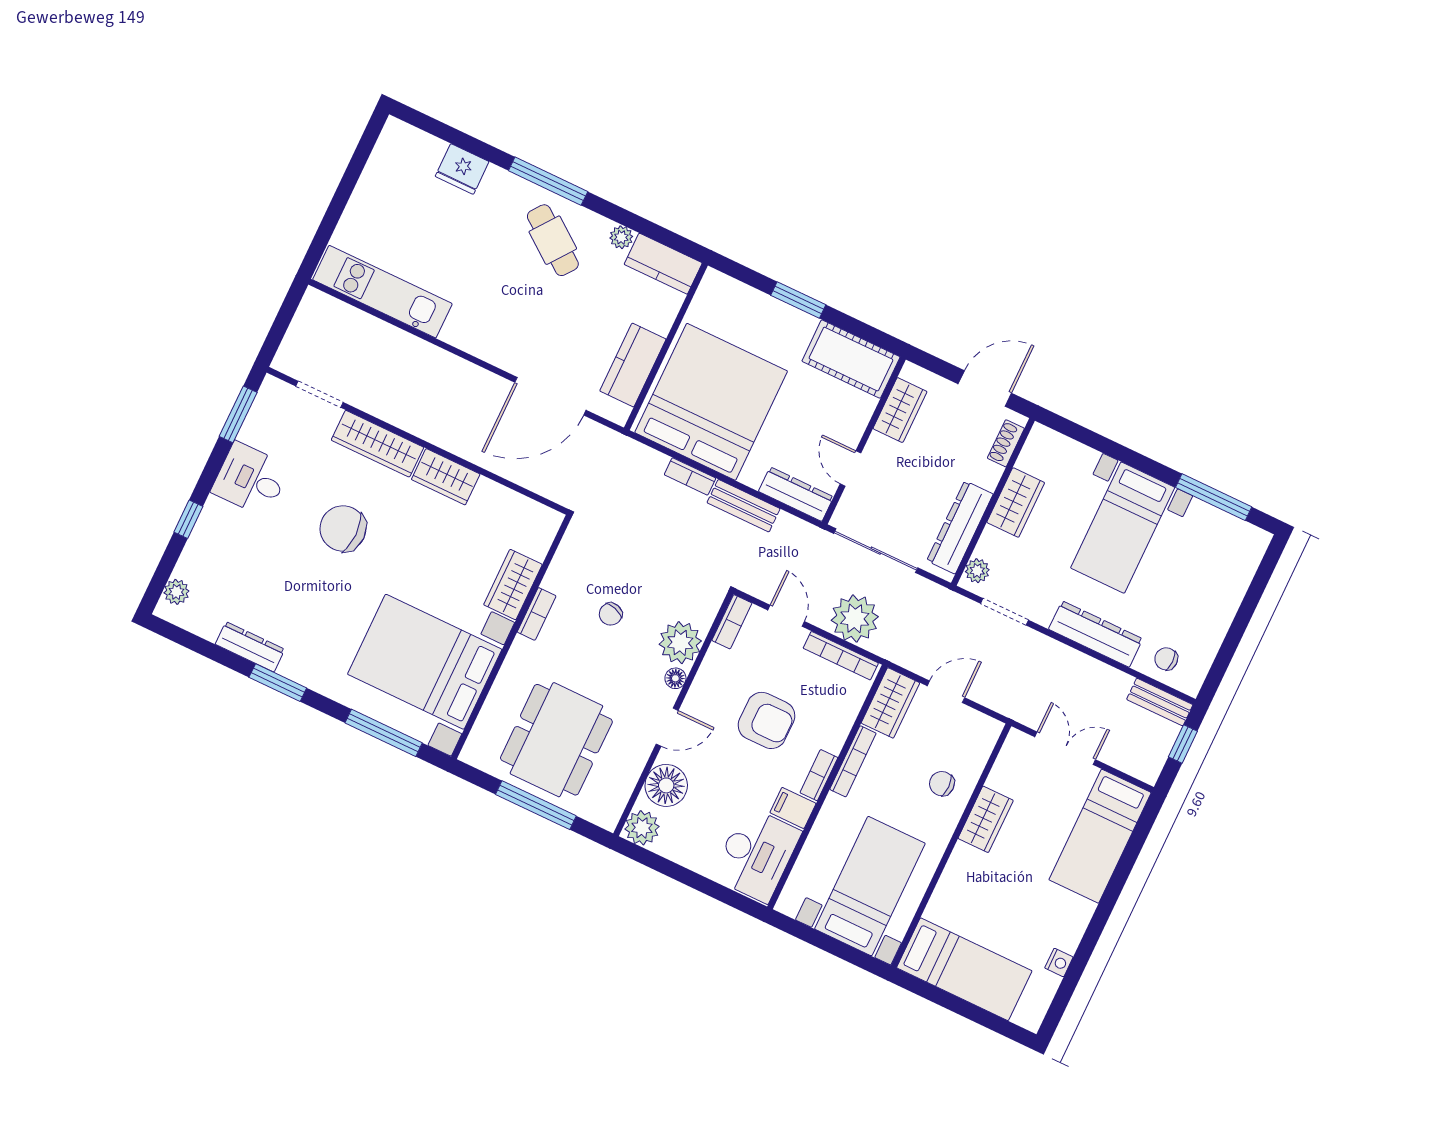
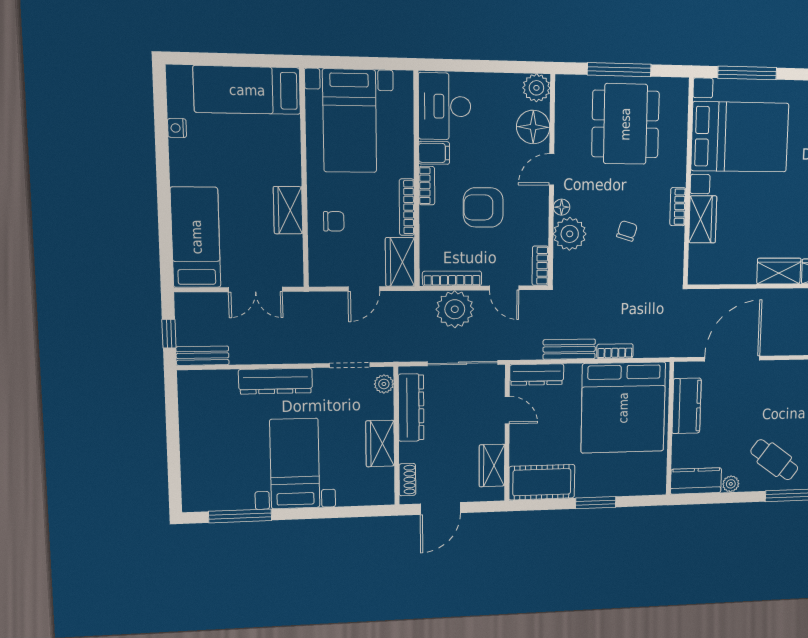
chair: (1166, 659) -> (214, 388), removed

